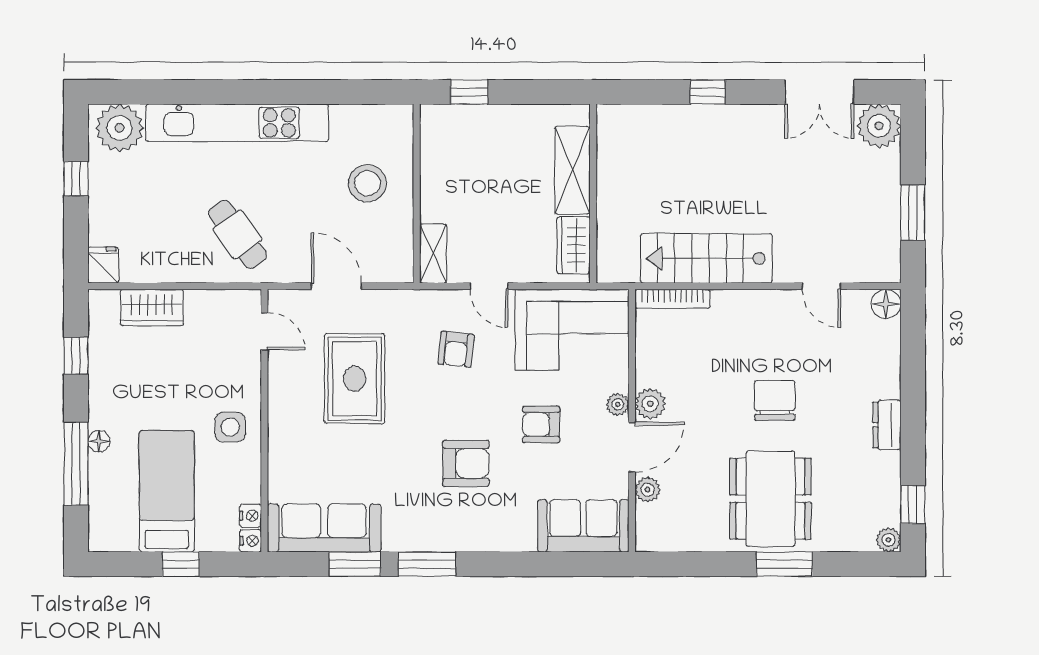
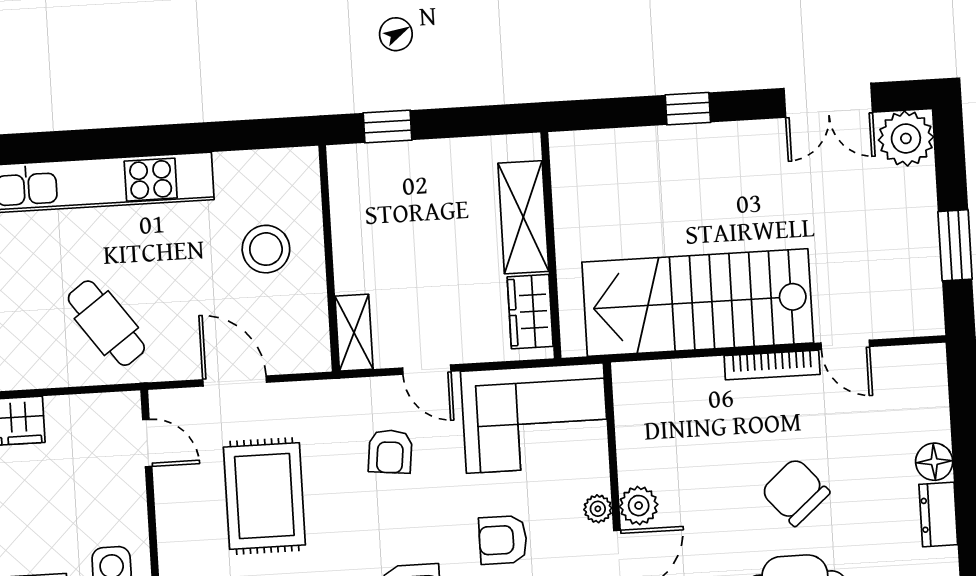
stairs: (706, 258) -> (698, 302), width x1.36, depth x1.51
bookcase: (672, 299) -> (772, 365), moved
floor lamp: (886, 304) -> (934, 462), moved
chair: (775, 400) -> (795, 492), turned -41

